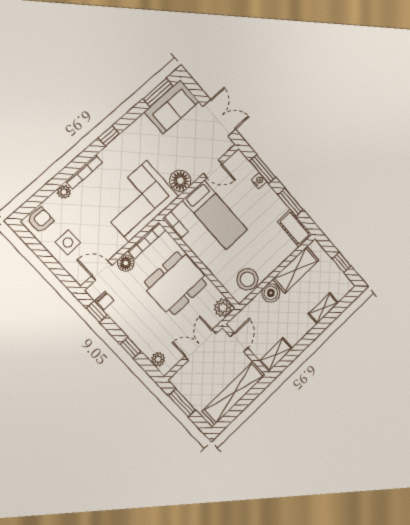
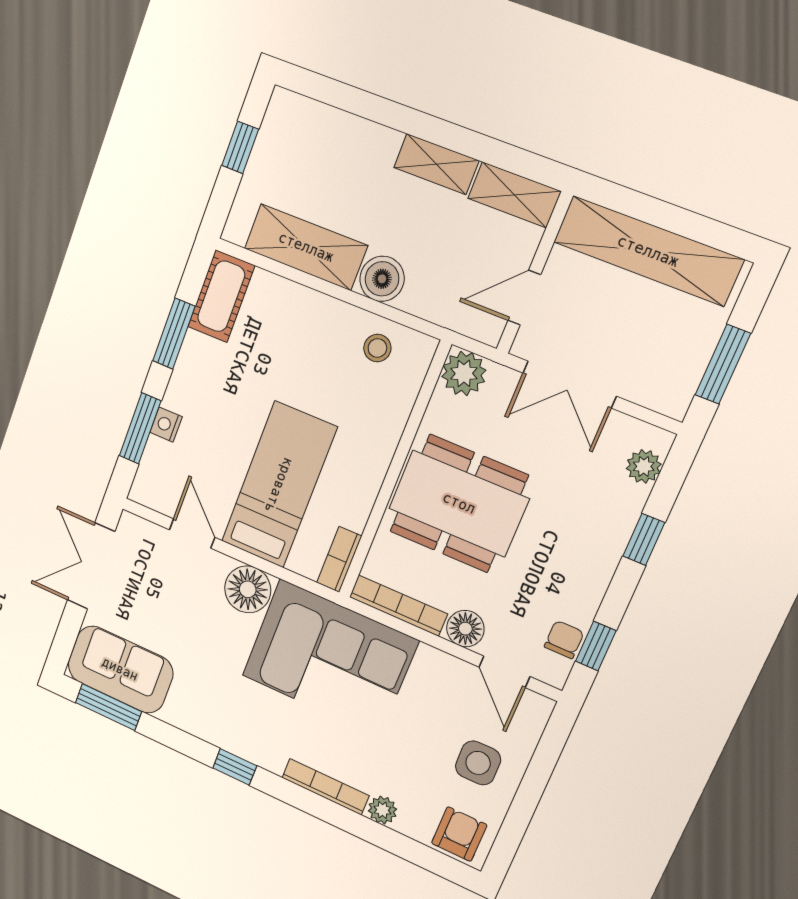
armchair: (40, 220) -> (459, 834), turned 90
stool: (247, 279) -> (377, 348), width x0.53, depth x0.53
shelving: (323, 308) -> (436, 164), moved

